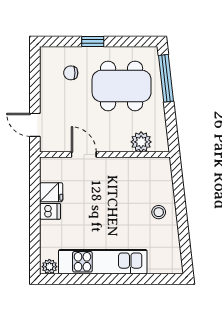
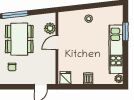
door: (84, 155) -> (57, 43), moved
fridge: (51, 192) -> (65, 78), moved
window: (135, 279) -> (125, 31), added

